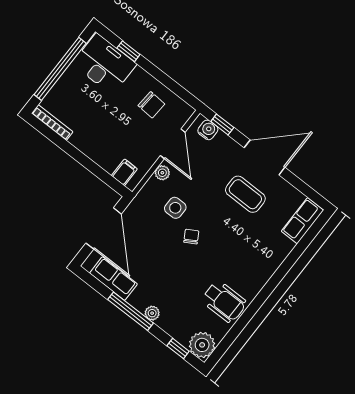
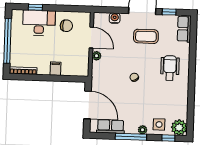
desk: (104, 64) -> (39, 23), moved
window: (222, 125) -> (169, 12), moved
water cooler: (208, 130) -> (115, 18), moved
filing cabinet: (124, 172) -> (56, 69), moved
side table: (175, 208) -> (159, 124), moved
wheelchair: (224, 302) -> (170, 68), moved, turned -90

